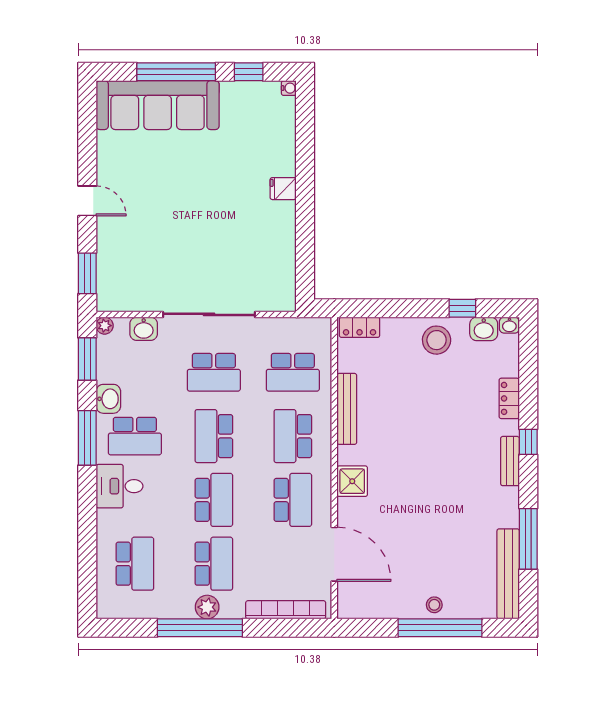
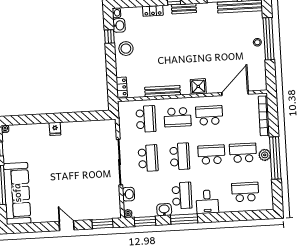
door: (87, 201) -> (67, 226), hinge flipped
school desk: (214, 436) -> (180, 156), turned -90

